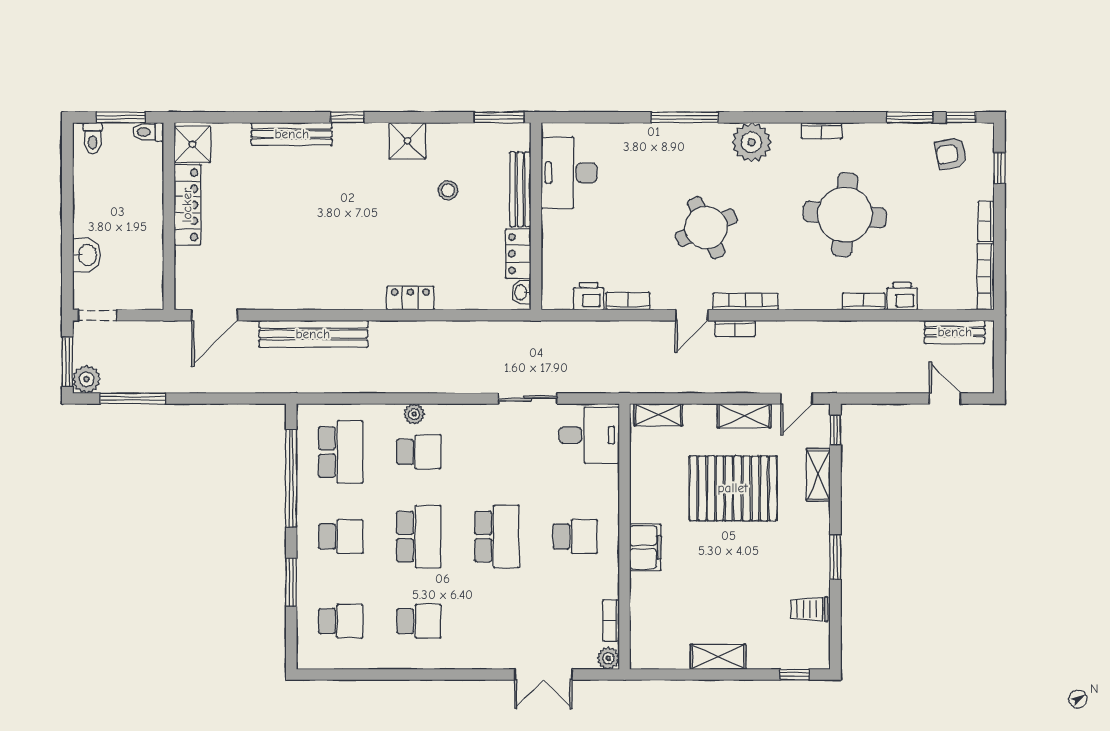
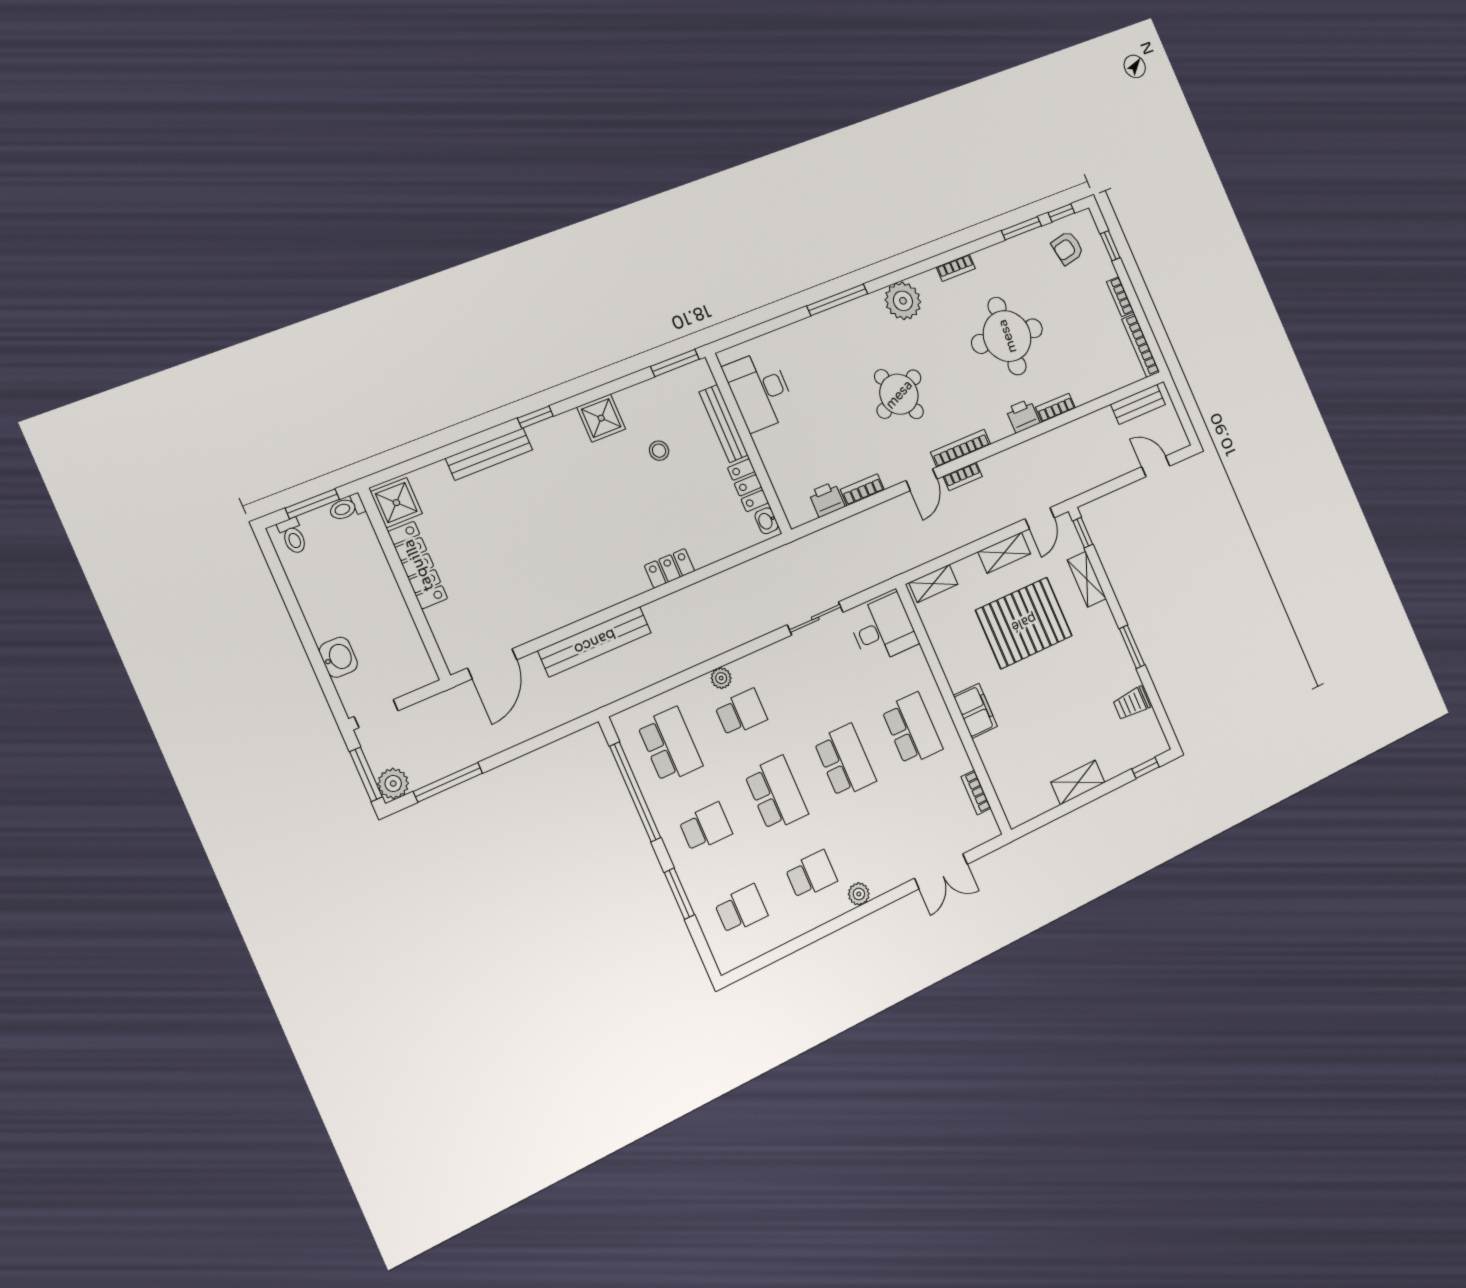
printer: (902, 296) -> (1023, 416), moved
school desk: (575, 536) -> (912, 729), width x1.85
plant: (608, 658) -> (859, 894), moved

